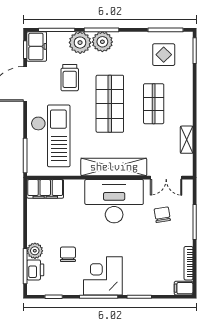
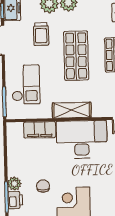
checkout: (51, 136) -> (26, 84), width x0.73, depth x0.83
shelving: (114, 167) -> (72, 110), width x0.68
filing cabinet: (45, 189) -> (40, 130), moved

